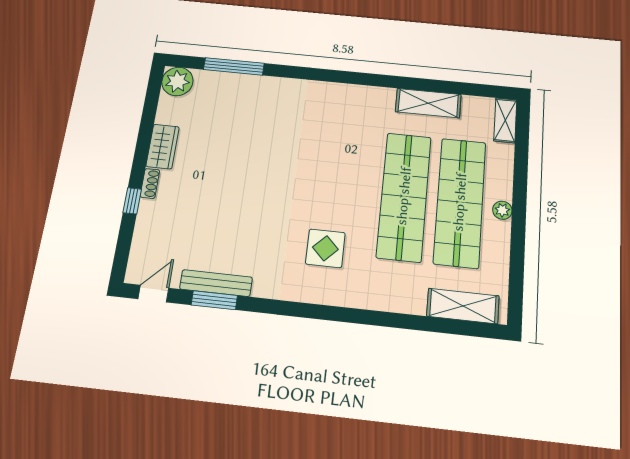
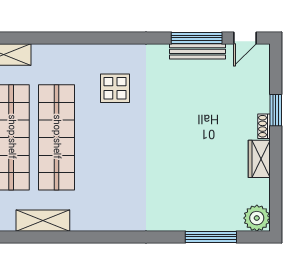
window: (132, 201) -> (276, 110), width x1.50
window: (214, 300) -> (197, 38), width x1.44

